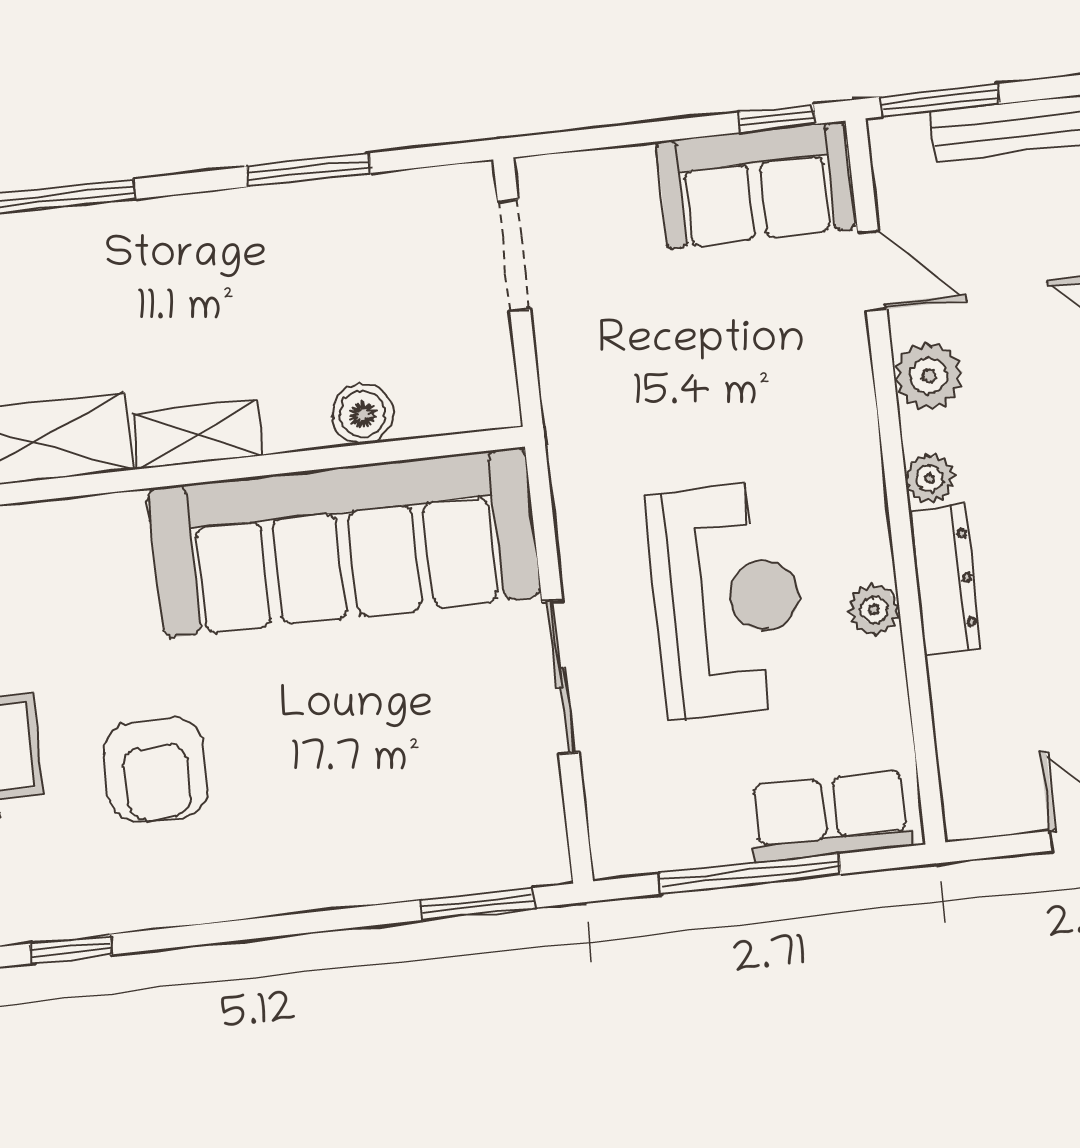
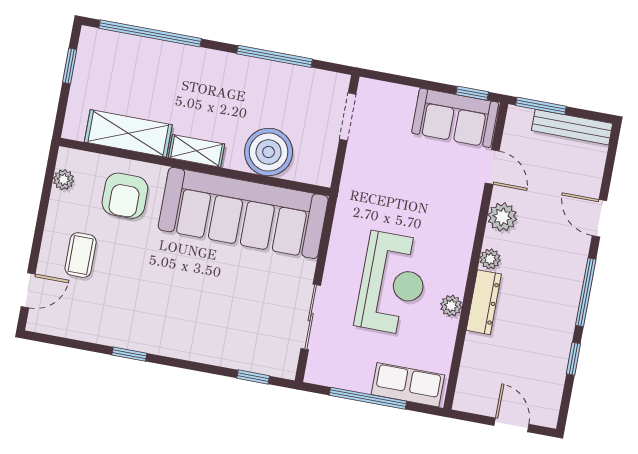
window: (309, 170) -> (275, 56), width x1.44
boiler: (363, 414) -> (269, 152), width x1.86, depth x1.86
sliding door: (561, 677) -> (311, 317), moved
armchair: (156, 770) -> (125, 196), moved
window: (478, 904) -> (253, 377), width x0.67
window: (71, 949) -> (129, 354), moved

